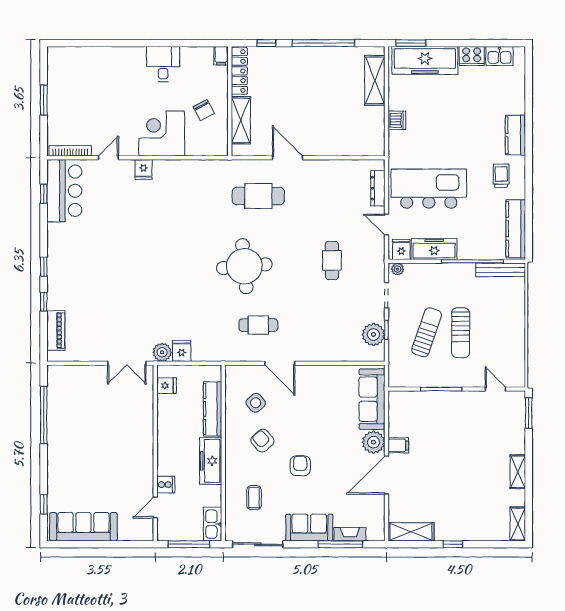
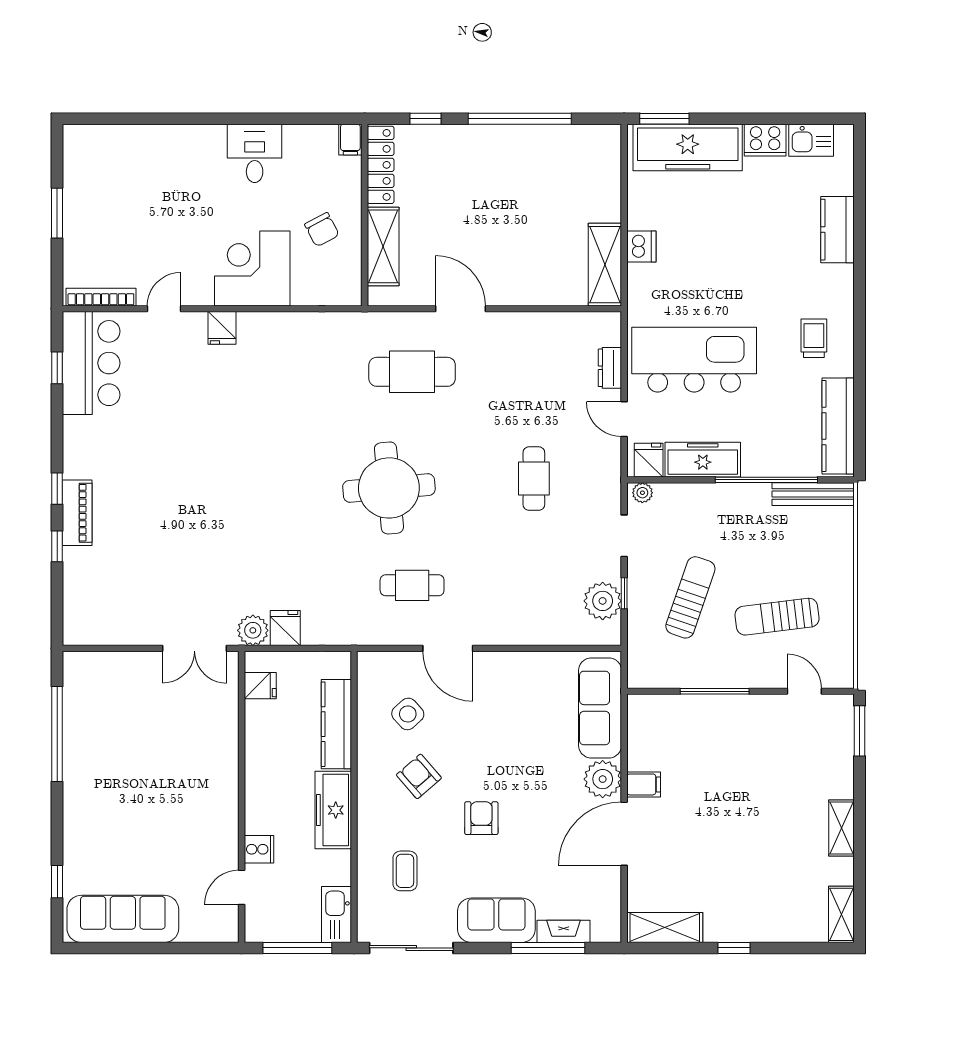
shelving: (375, 80) -> (605, 265), moved
kitchen counter: (515, 135) -> (838, 230), moved
dresser: (378, 188) -> (610, 368), width x0.70
piano: (56, 330) -> (77, 513), moved
sun lounger: (461, 333) -> (777, 617), moved, turned 83

